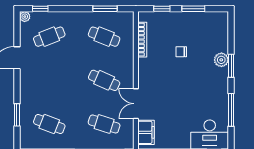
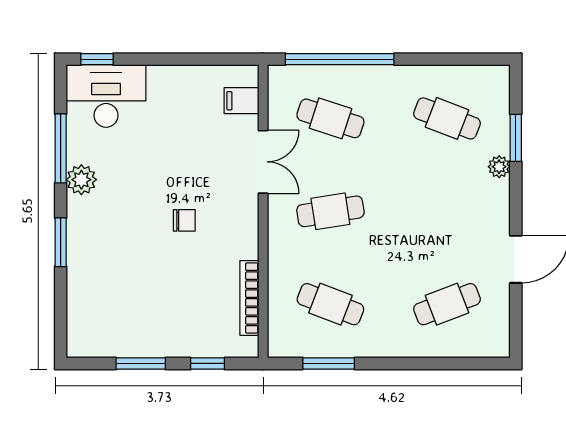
window: (40, 9) -> (466, 363), removed
plant: (25, 17) -> (499, 167), moved
chair: (181, 52) -> (184, 220), moved
plant: (221, 60) -> (81, 180), moved
cafe table: (104, 80) -> (330, 211), turned -33
filing cabinet: (146, 132) -> (242, 101), width x0.50

